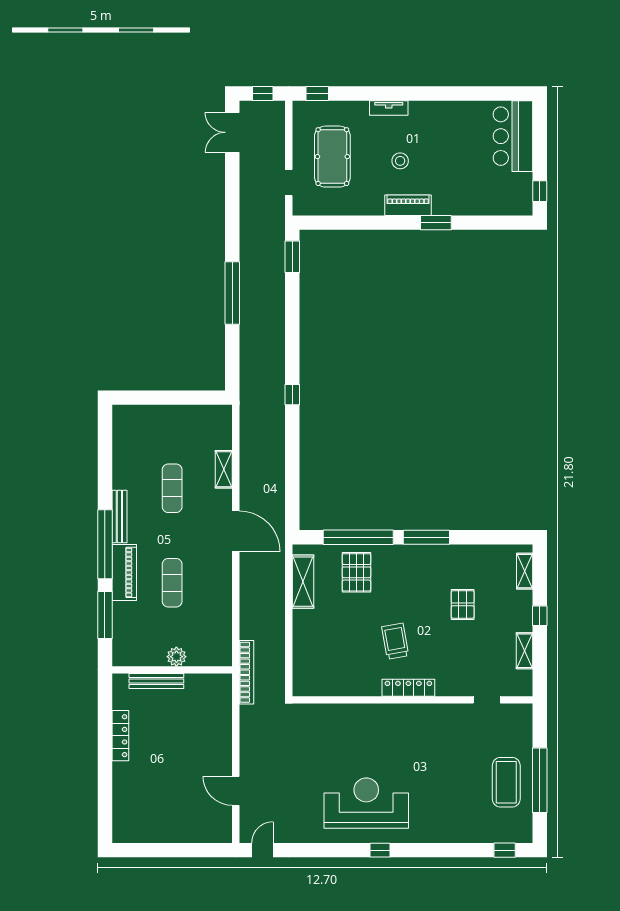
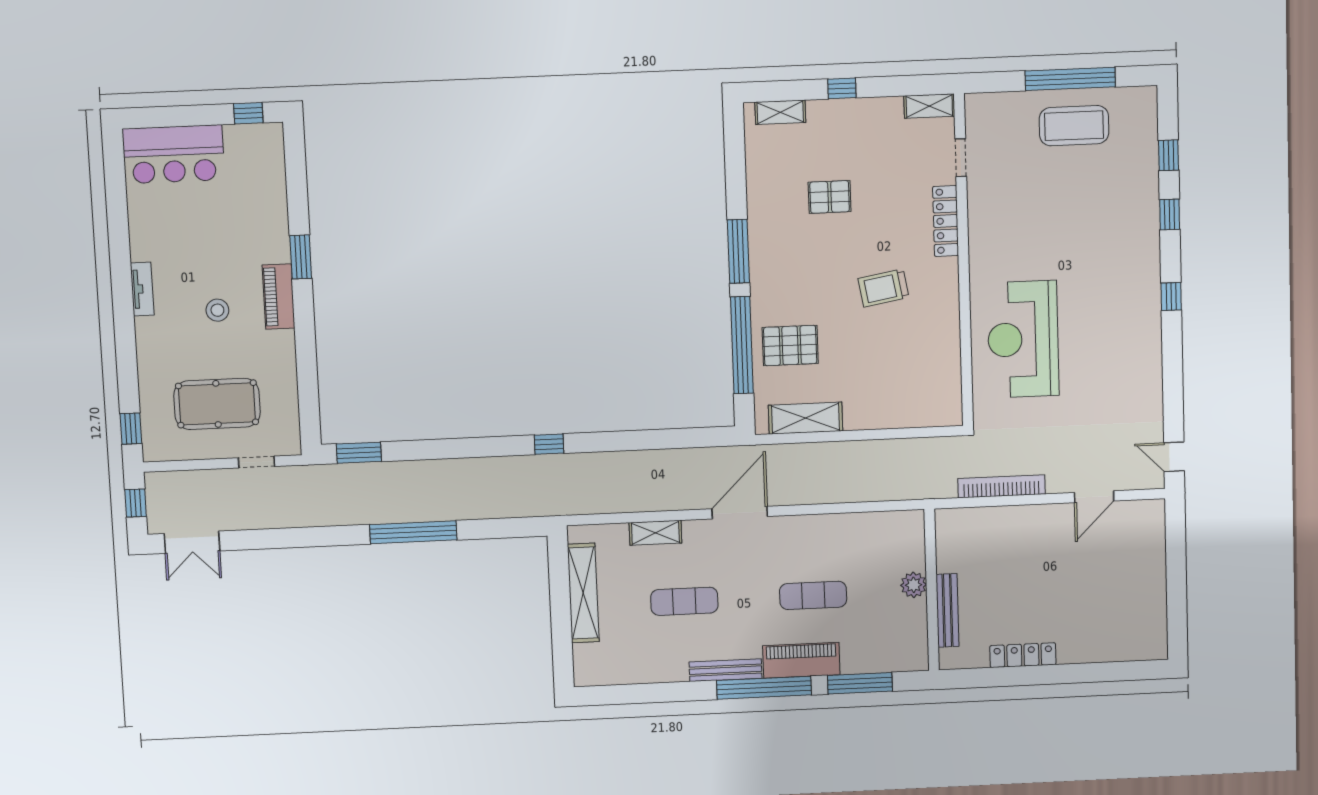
tv unit: (389, 108) -> (142, 289), moved
shelving: (182, 415) -> (583, 593), added
shelving: (525, 651) -> (929, 106), moved
bookcase: (247, 672) -> (1001, 486), moved
locker: (408, 688) -> (946, 221), moved
reception desk: (366, 803) -> (1023, 339), moved
window: (439, 850) -> (1170, 214), added
window: (505, 850) -> (1169, 155), moved

